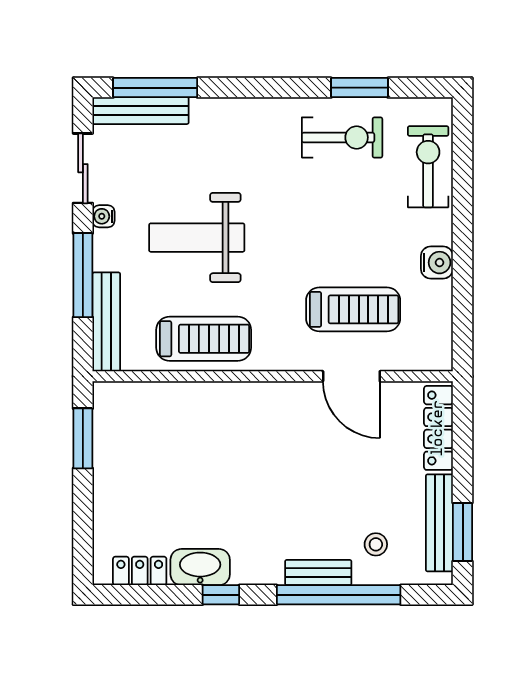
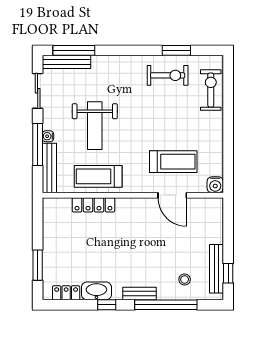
water cooler: (104, 216) -> (48, 136), moved
weight bench: (197, 238) -> (95, 126), turned -90
water cooler: (437, 263) -> (215, 185), moved, turned 90
treadmill: (204, 339) -> (98, 176), turned 180
locker: (438, 428) -> (93, 205), moved, turned -90
window: (83, 438) -> (38, 265), moved
window: (463, 532) -> (228, 273), width x0.67
bench: (318, 573) -> (139, 294), moved

